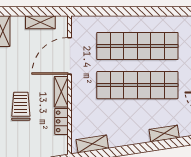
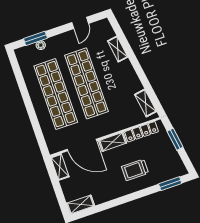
shelving: (40, 22) -> (60, 167), moved
locker: (61, 121) -> (141, 132), width x1.53

